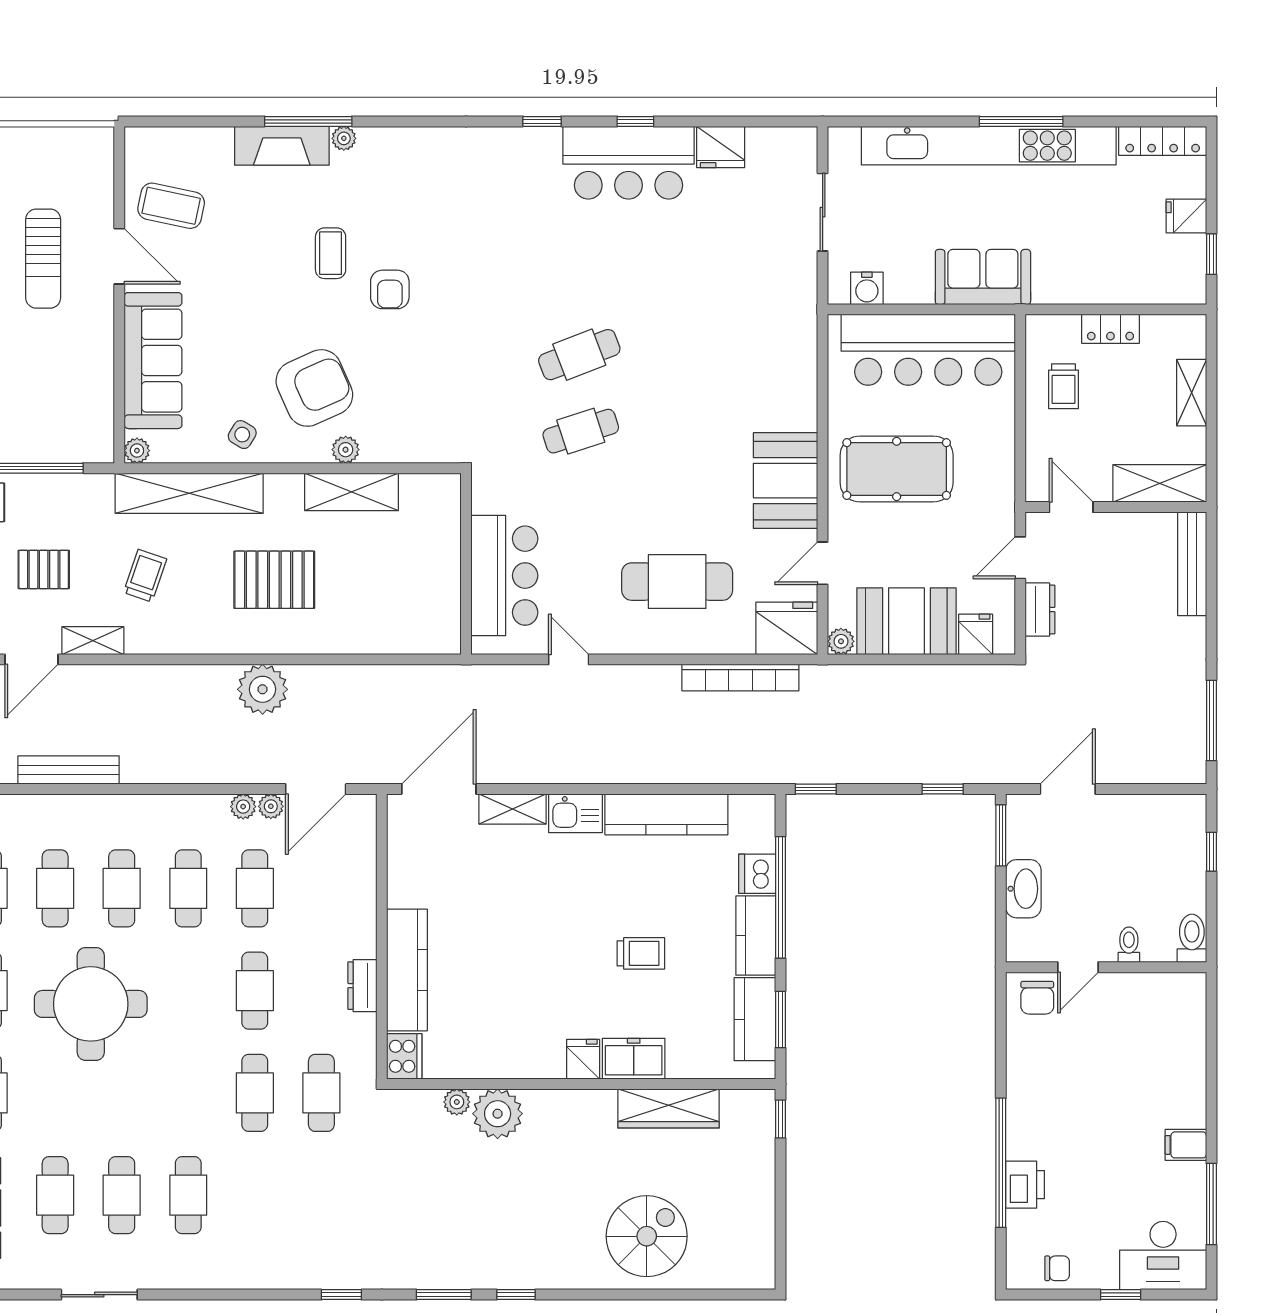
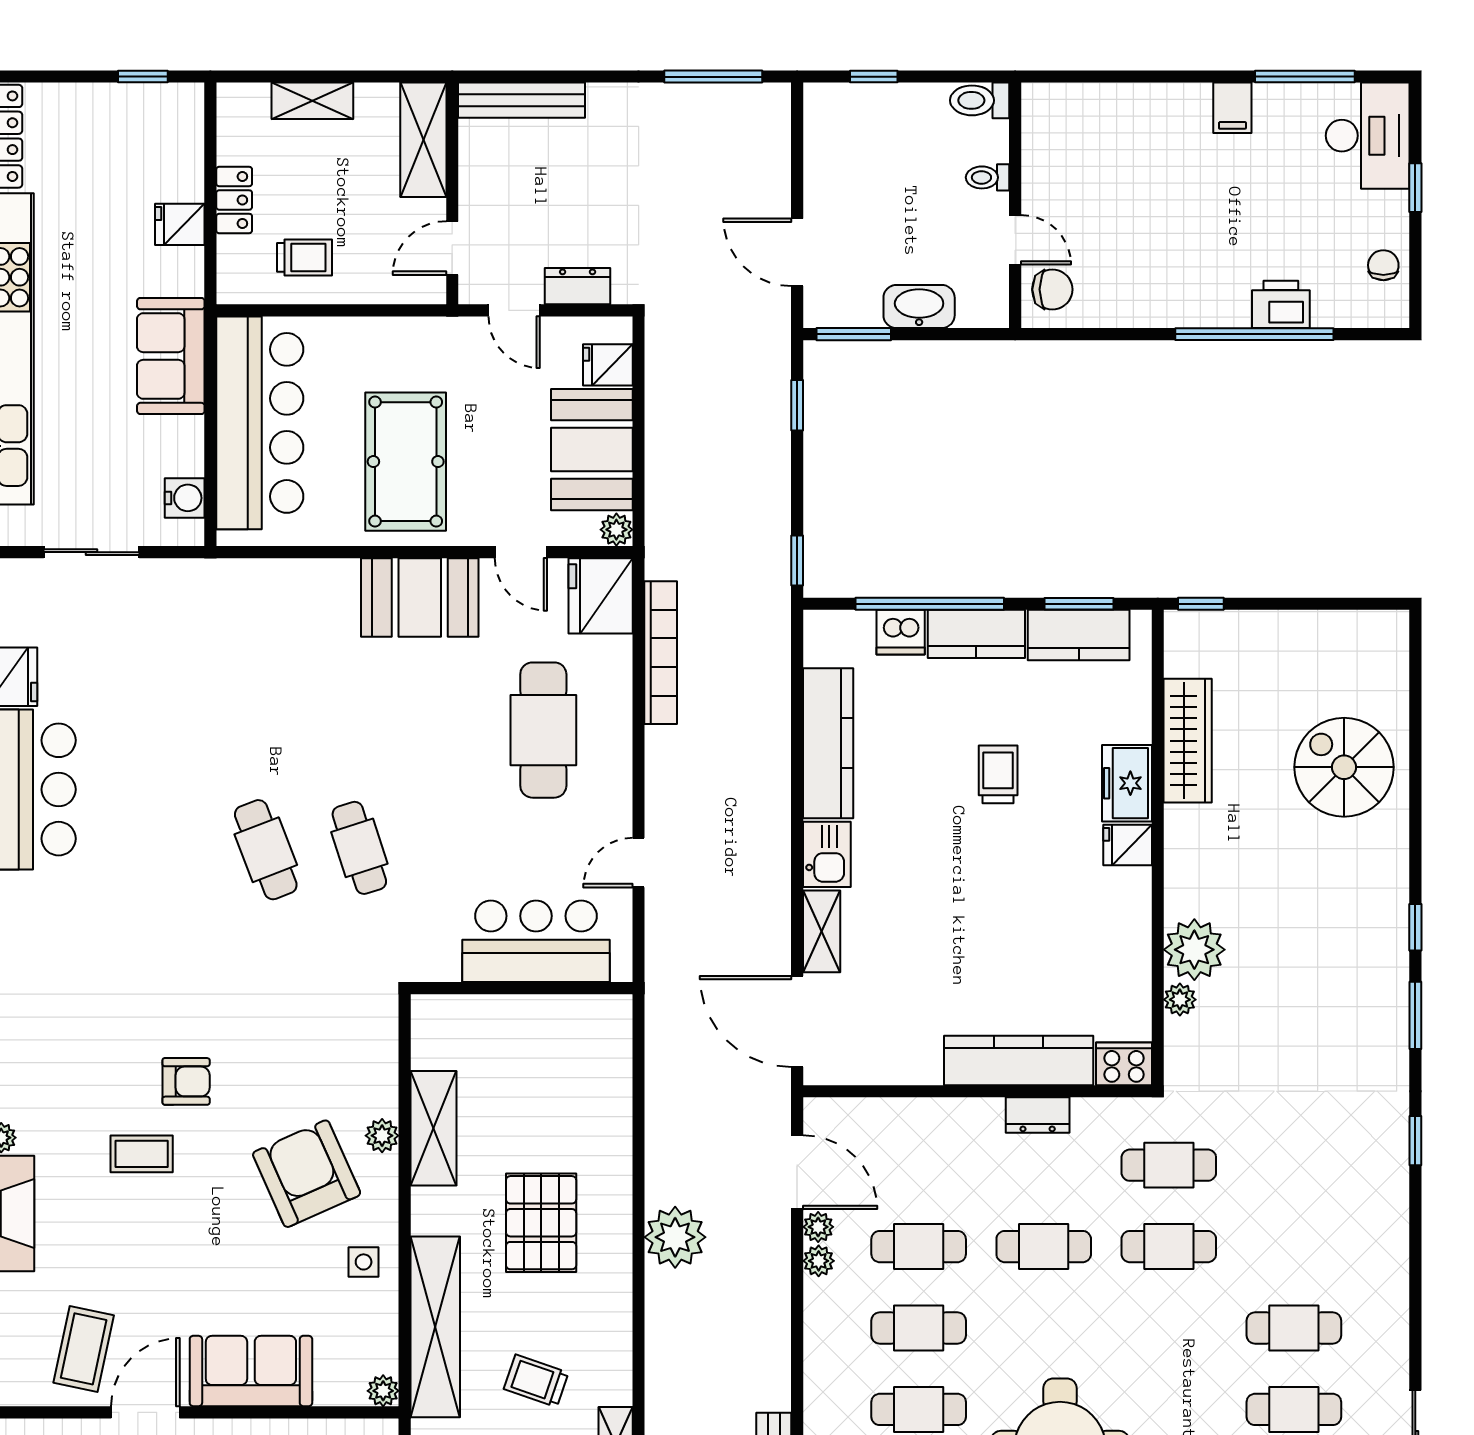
fridge: (1186, 216) -> (180, 224), moved, turned 90
sofa: (153, 361) -> (251, 1371), width x0.73
side table: (242, 435) -> (364, 1262), turned -31

